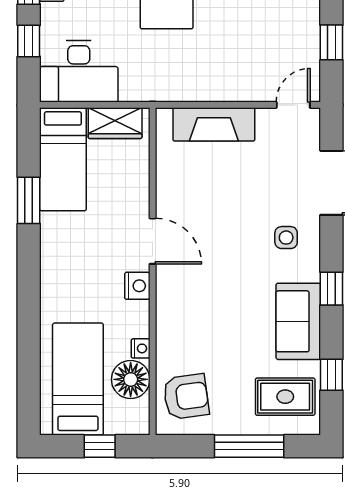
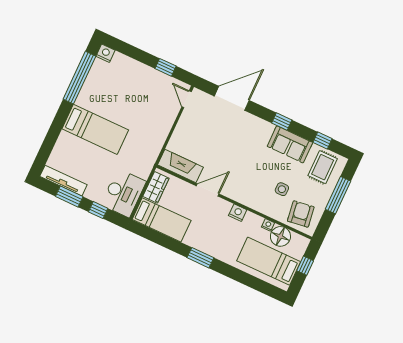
fireplace: (214, 124) -> (180, 166), moved, turned -90
window: (29, 200) -> (200, 258), moved
side table: (286, 238) -> (282, 189), moved
door: (153, 241) -> (208, 190), moved

